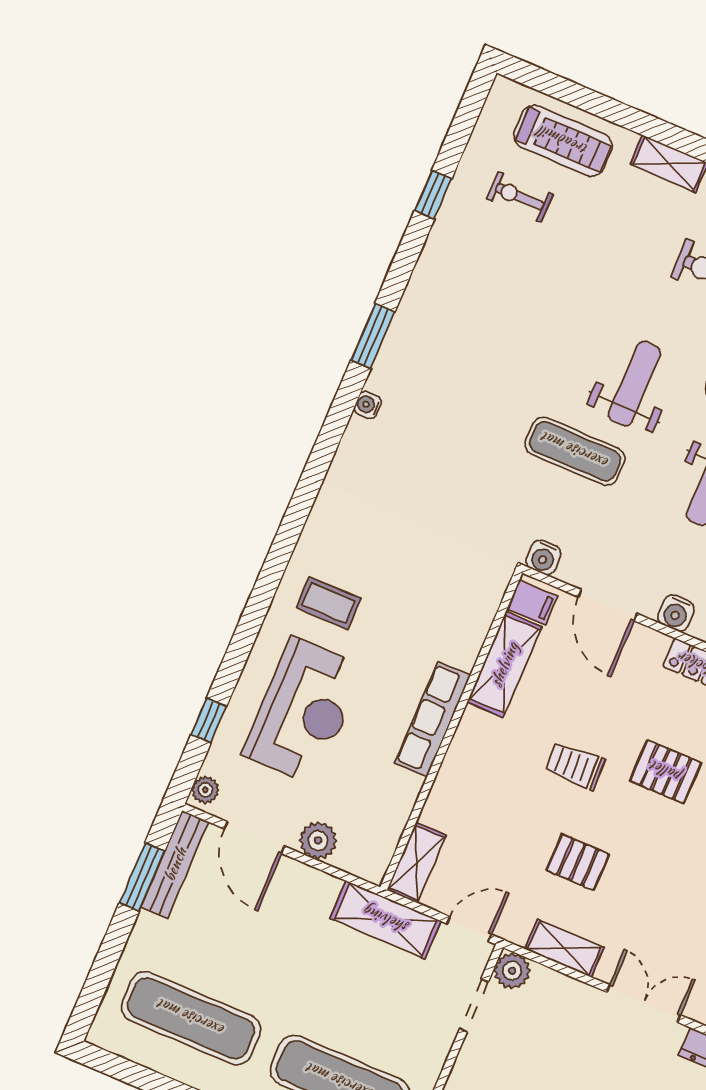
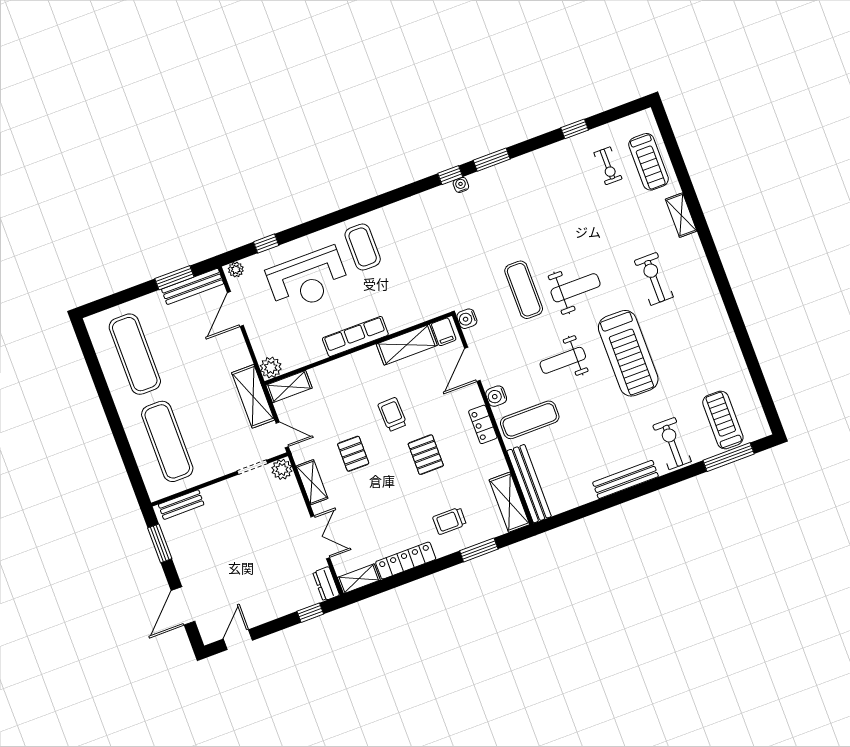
exercise bike: (520, 197) -> (608, 166), turned 180
window: (343, 407) -> (450, 175), added
coffee table: (328, 603) -> (363, 247), width x1.36, depth x1.30
plant: (318, 841) -> (271, 367), moved

